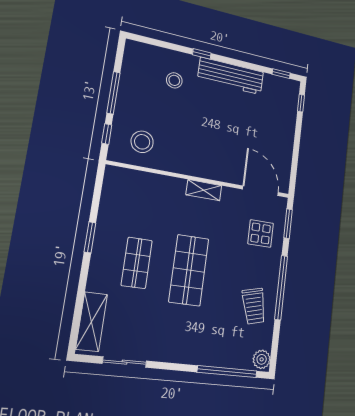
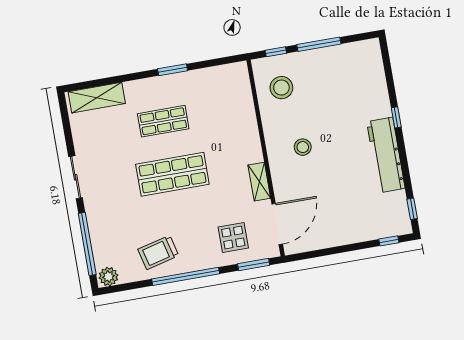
stool: (174, 80) -> (303, 147), moved
shelving: (204, 190) -> (259, 182), moved
sliding door: (125, 362) -> (76, 177), moved

